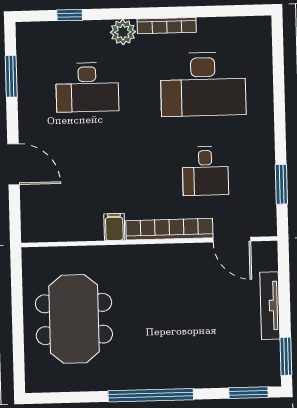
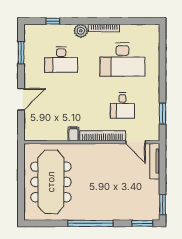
door: (14, 164) -> (21, 99), hinge flipped
tv unit: (270, 306) -> (155, 161), moved
meeting table: (74, 319) -> (51, 182), width x1.36

